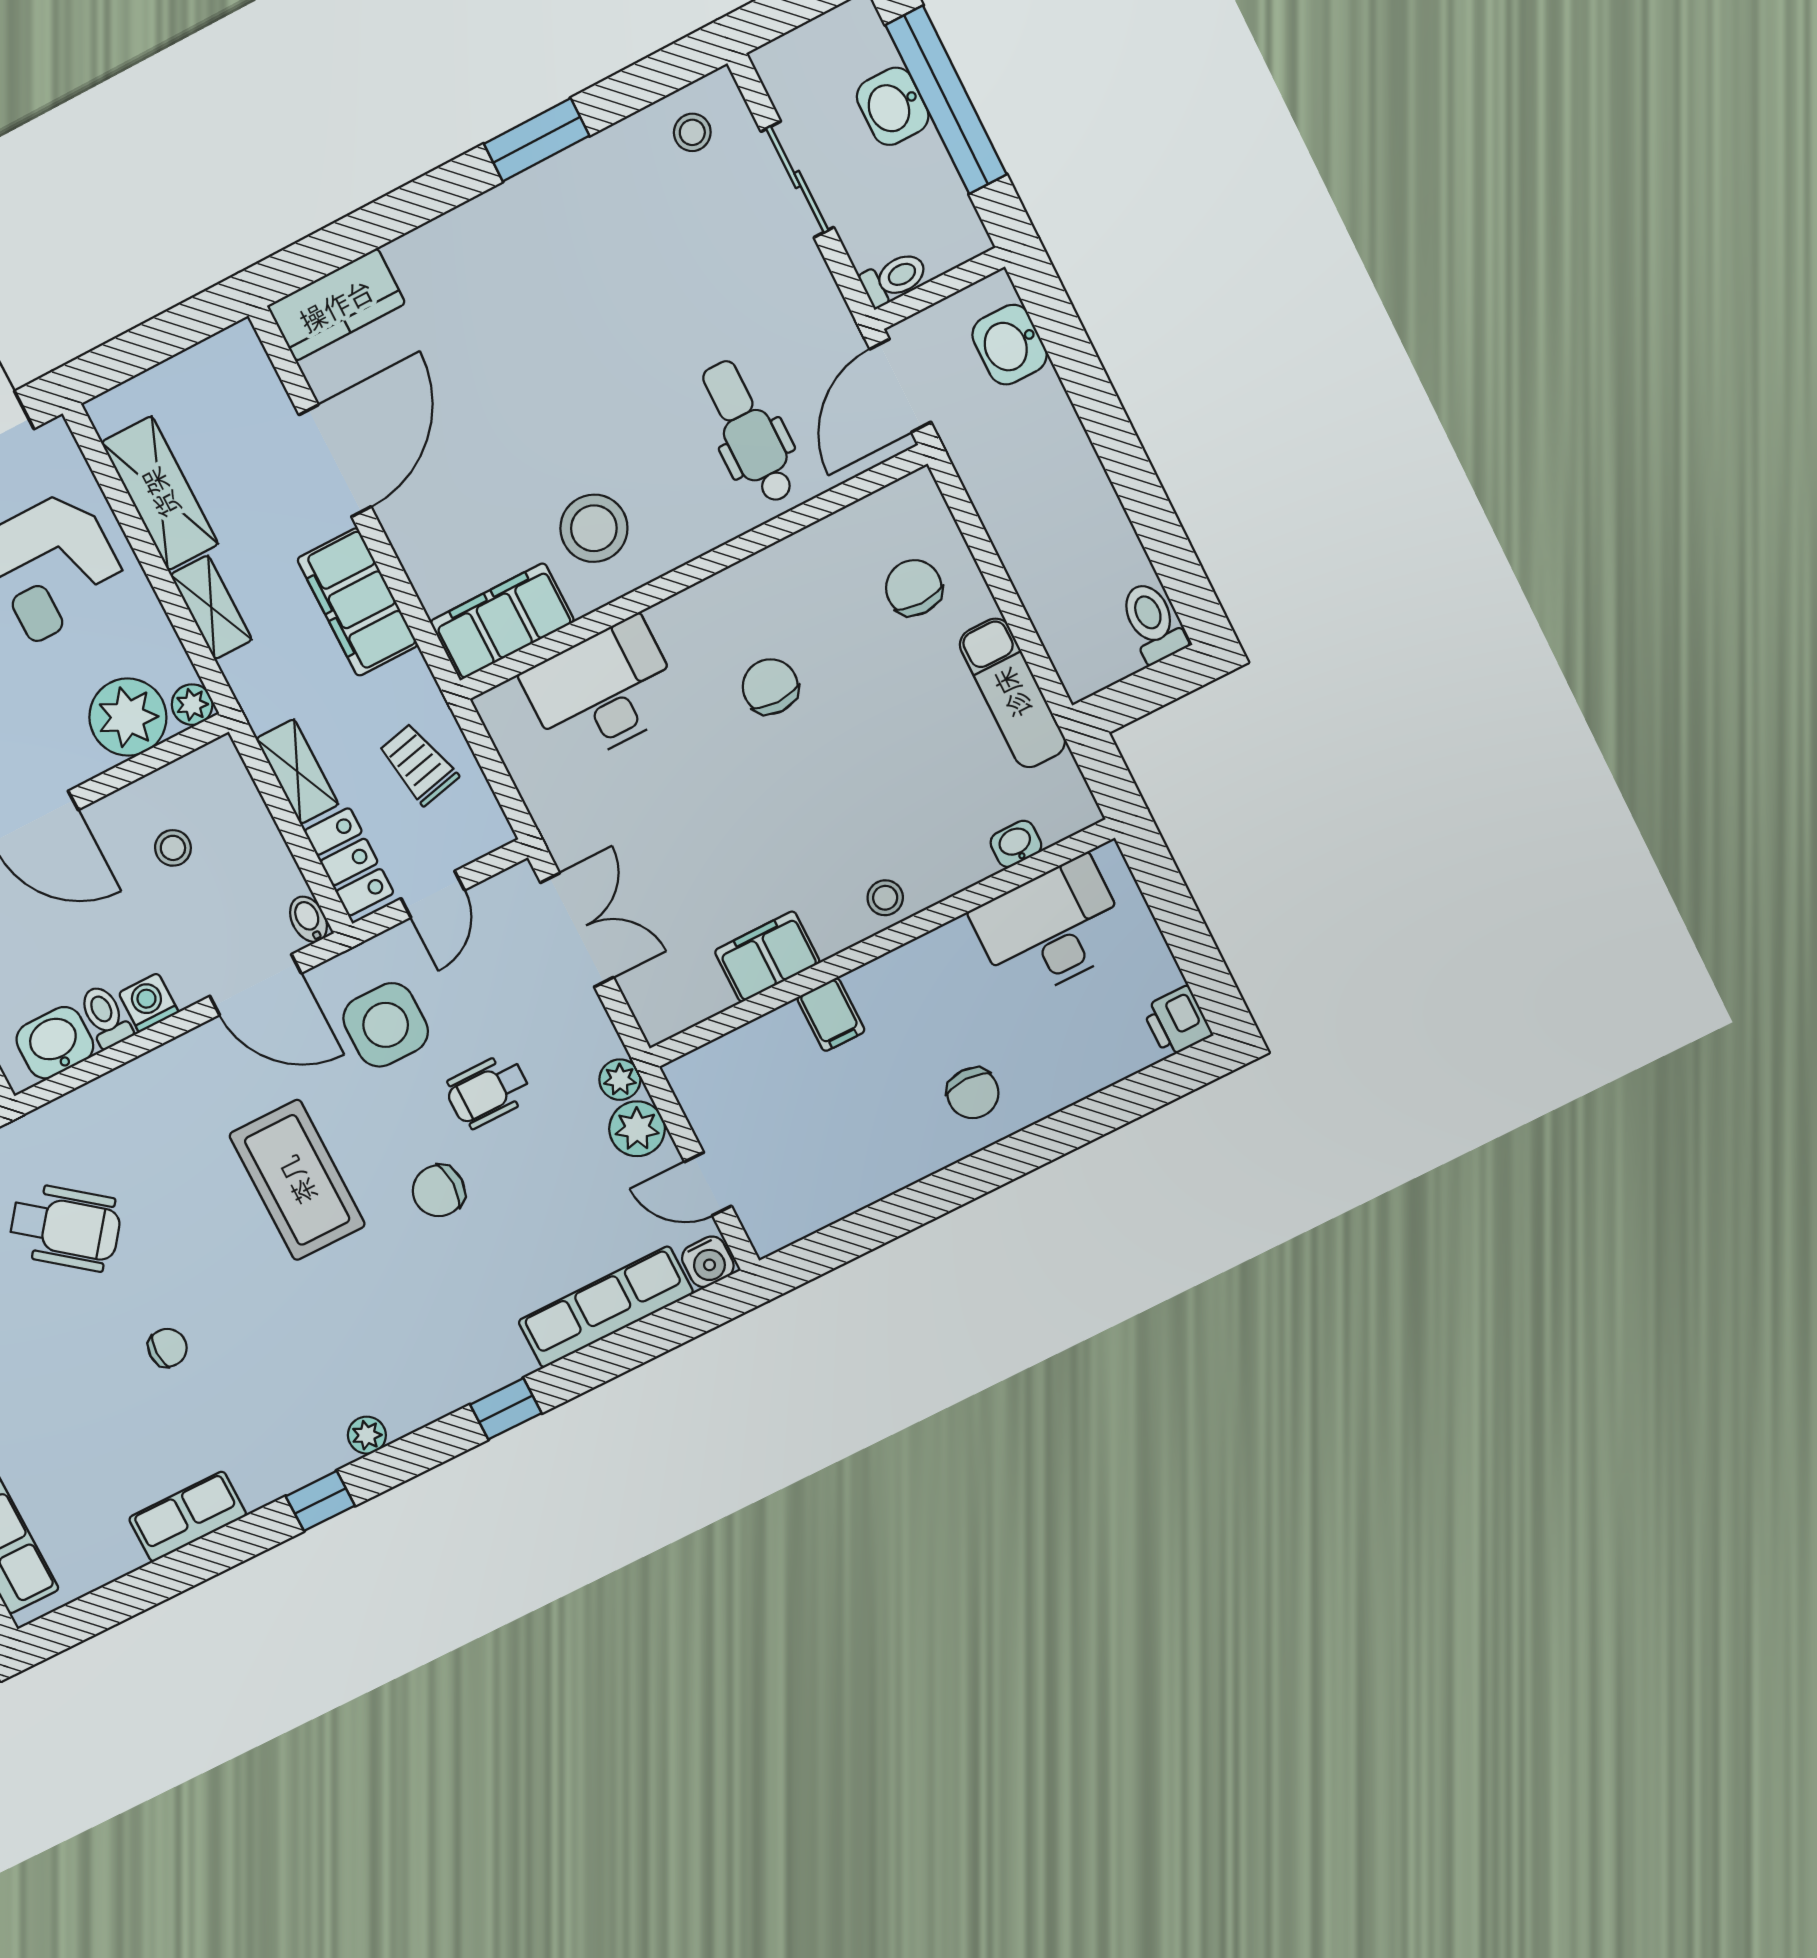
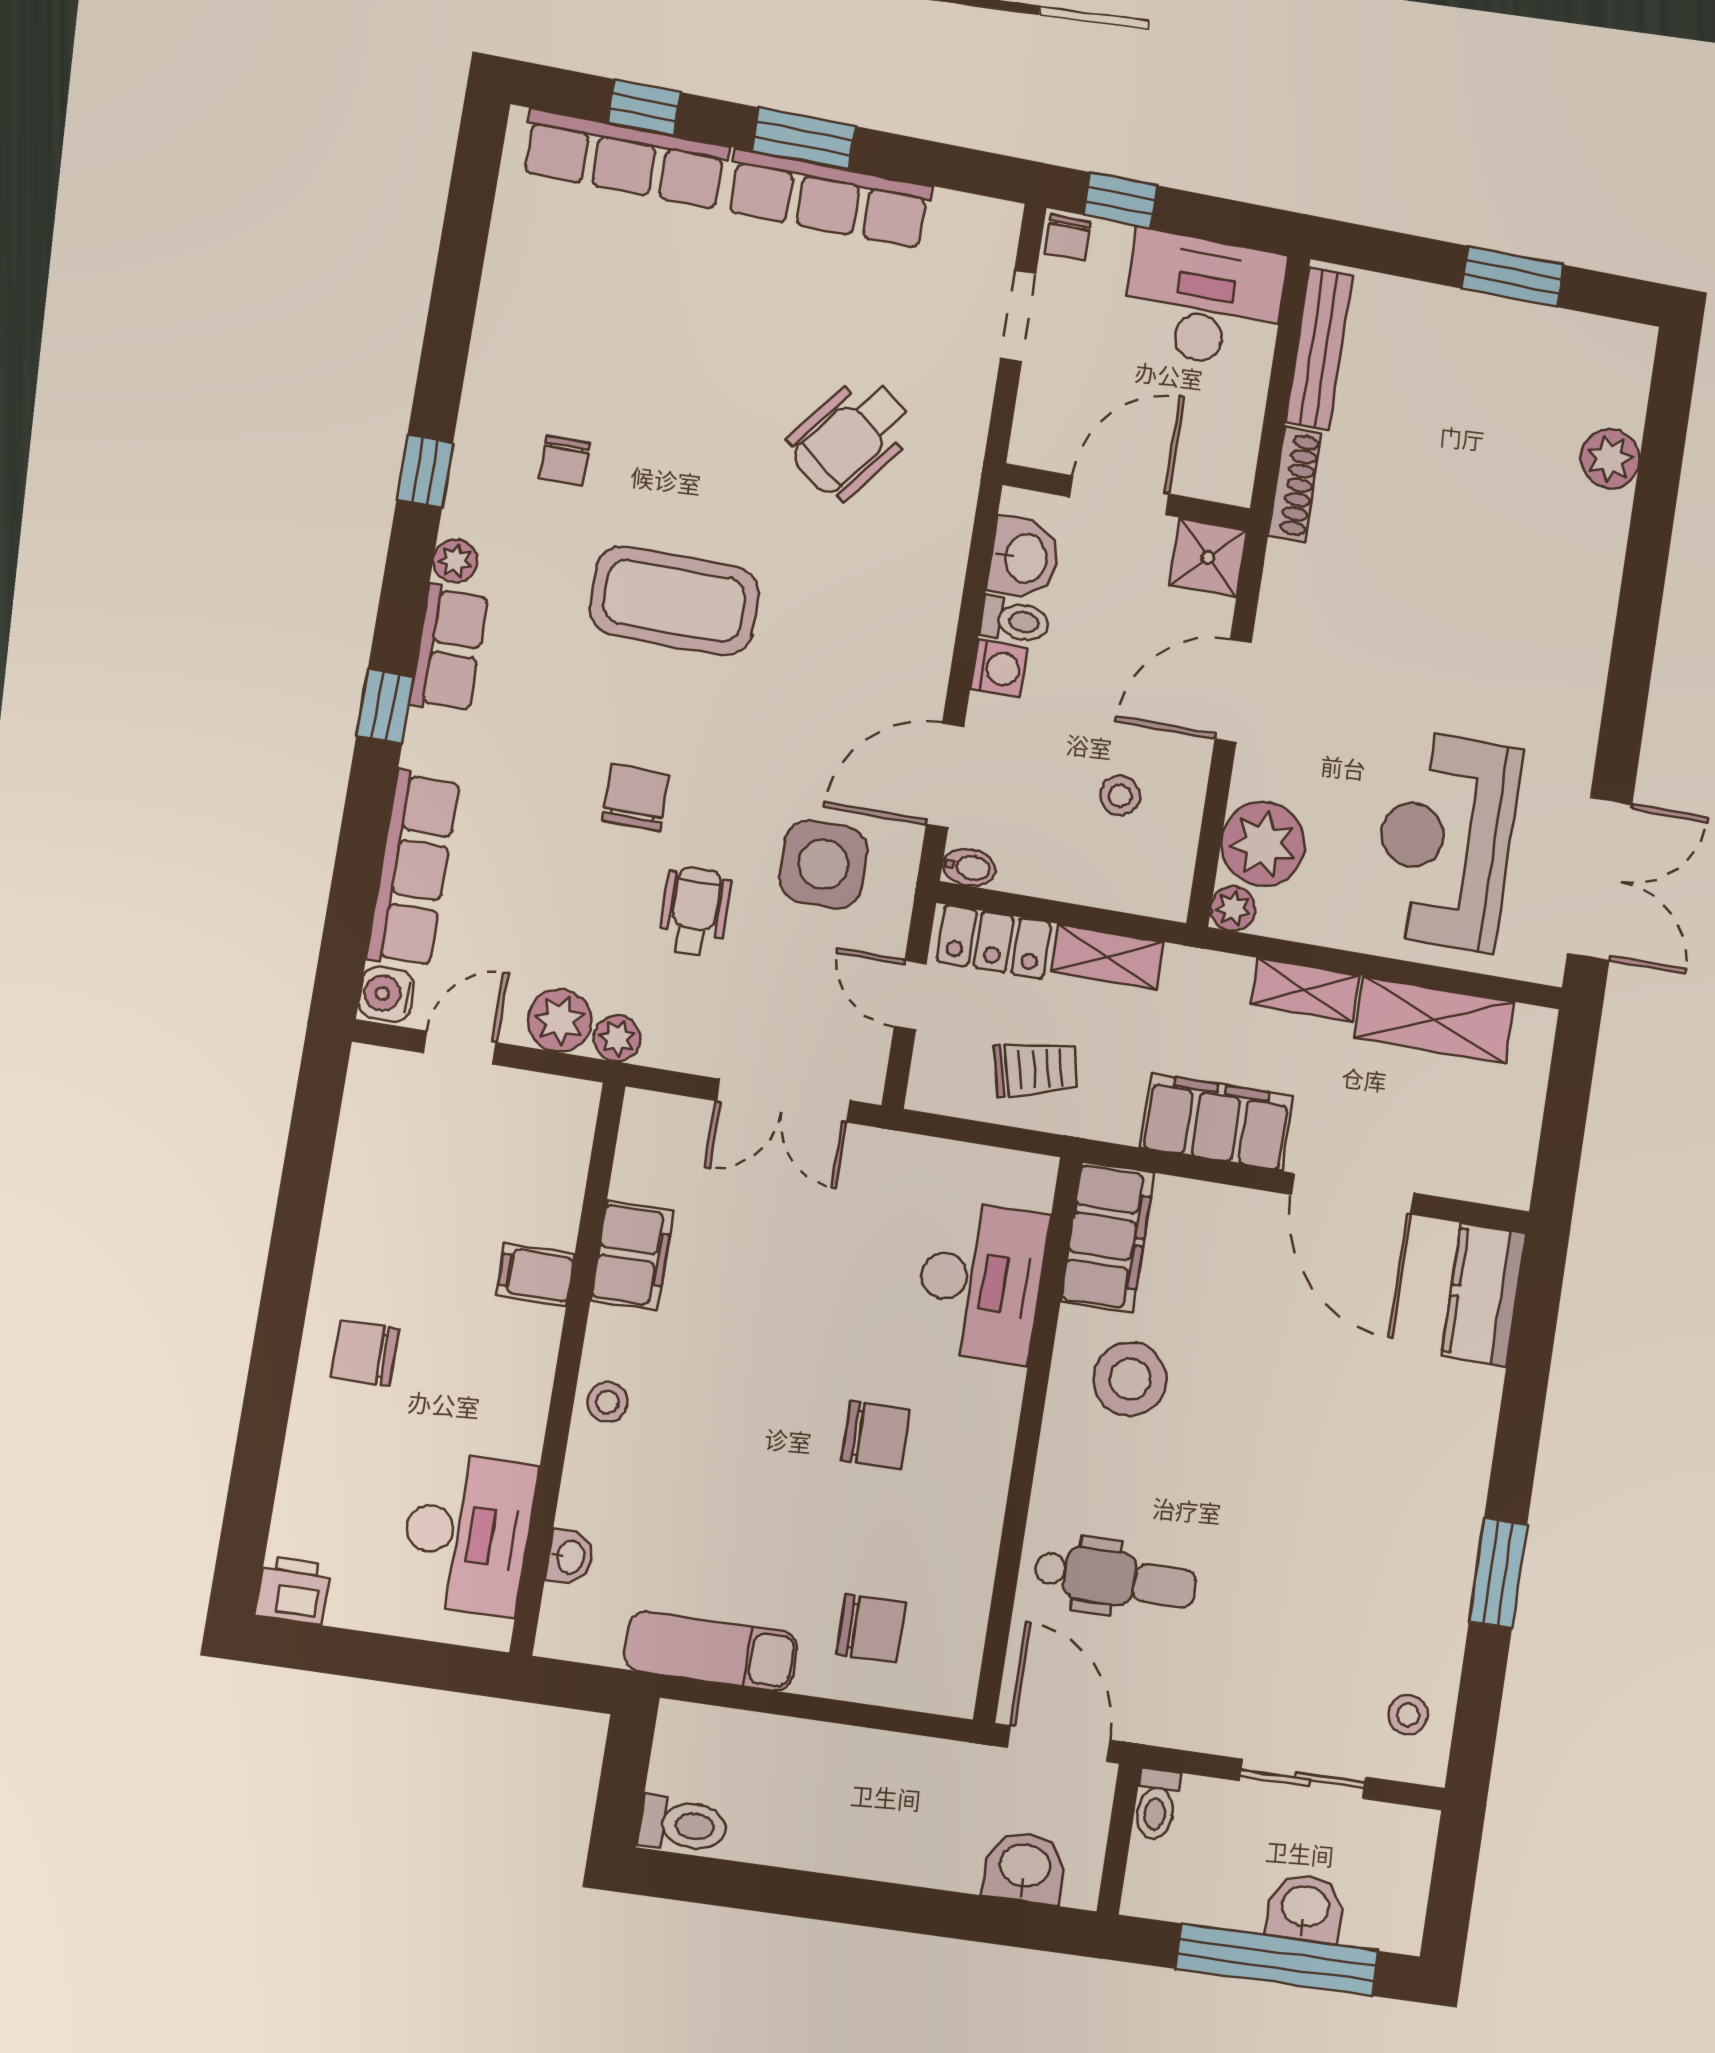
coffee table: (297, 1180) -> (674, 601), moved
chair: (167, 1348) -> (565, 460), moved
row of seats: (188, 1517) -> (449, 649), moved

